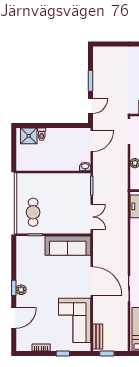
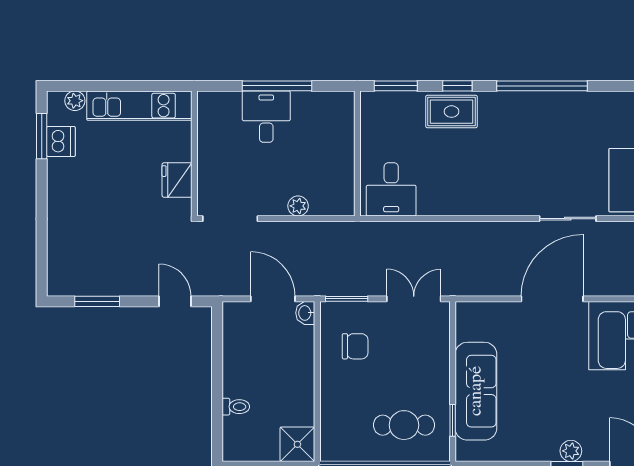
window: (91, 81) -> (97, 301), moved
shower: (29, 136) -> (297, 444), moved
door: (92, 141) -> (273, 299), moved
chair: (70, 190) -> (355, 346), added
sofa: (68, 246) -> (476, 391), moved

